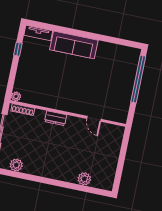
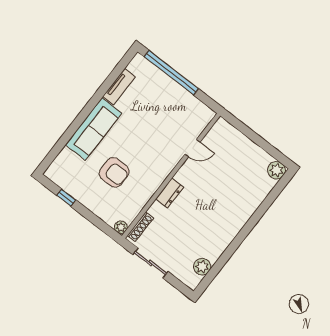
tv unit: (38, 33) -> (119, 87), moved
armchair: (51, 73) -> (114, 172), added
plant: (84, 179) -> (276, 170), moved

